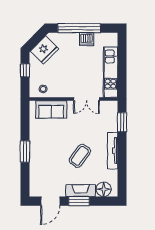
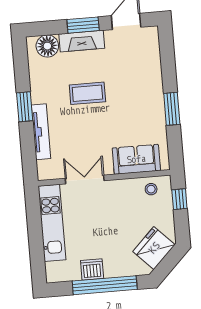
window: (25, 70) -> (179, 199), moved
window: (122, 122) -> (25, 107), moved
tv unit: (113, 151) -> (41, 132), moved
window: (25, 152) -> (172, 109), moved
coffee table: (80, 156) -> (87, 93), turned 54

